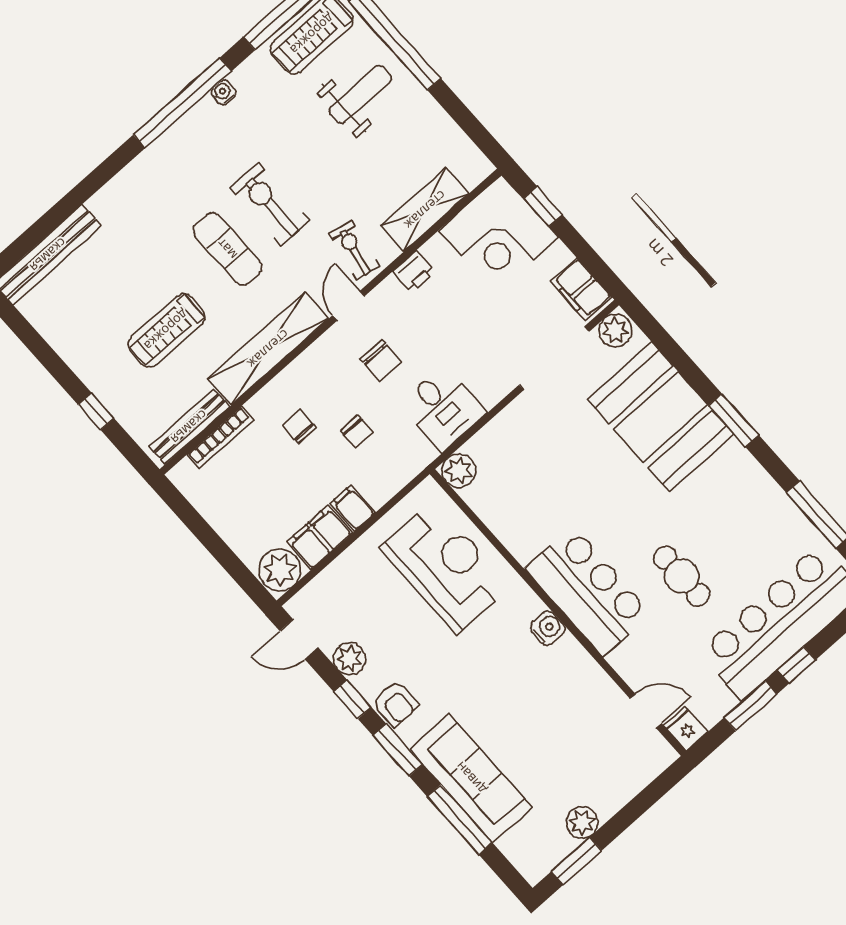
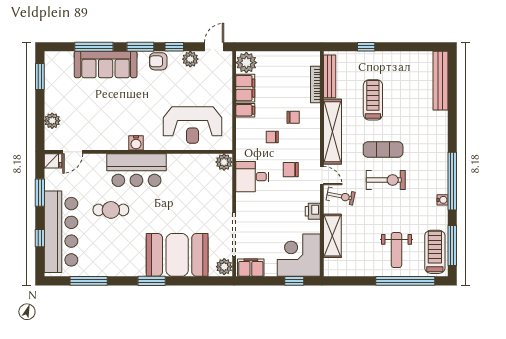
window: (796, 665) -> (40, 238), moved
plant: (582, 823) -> (52, 121), moved

